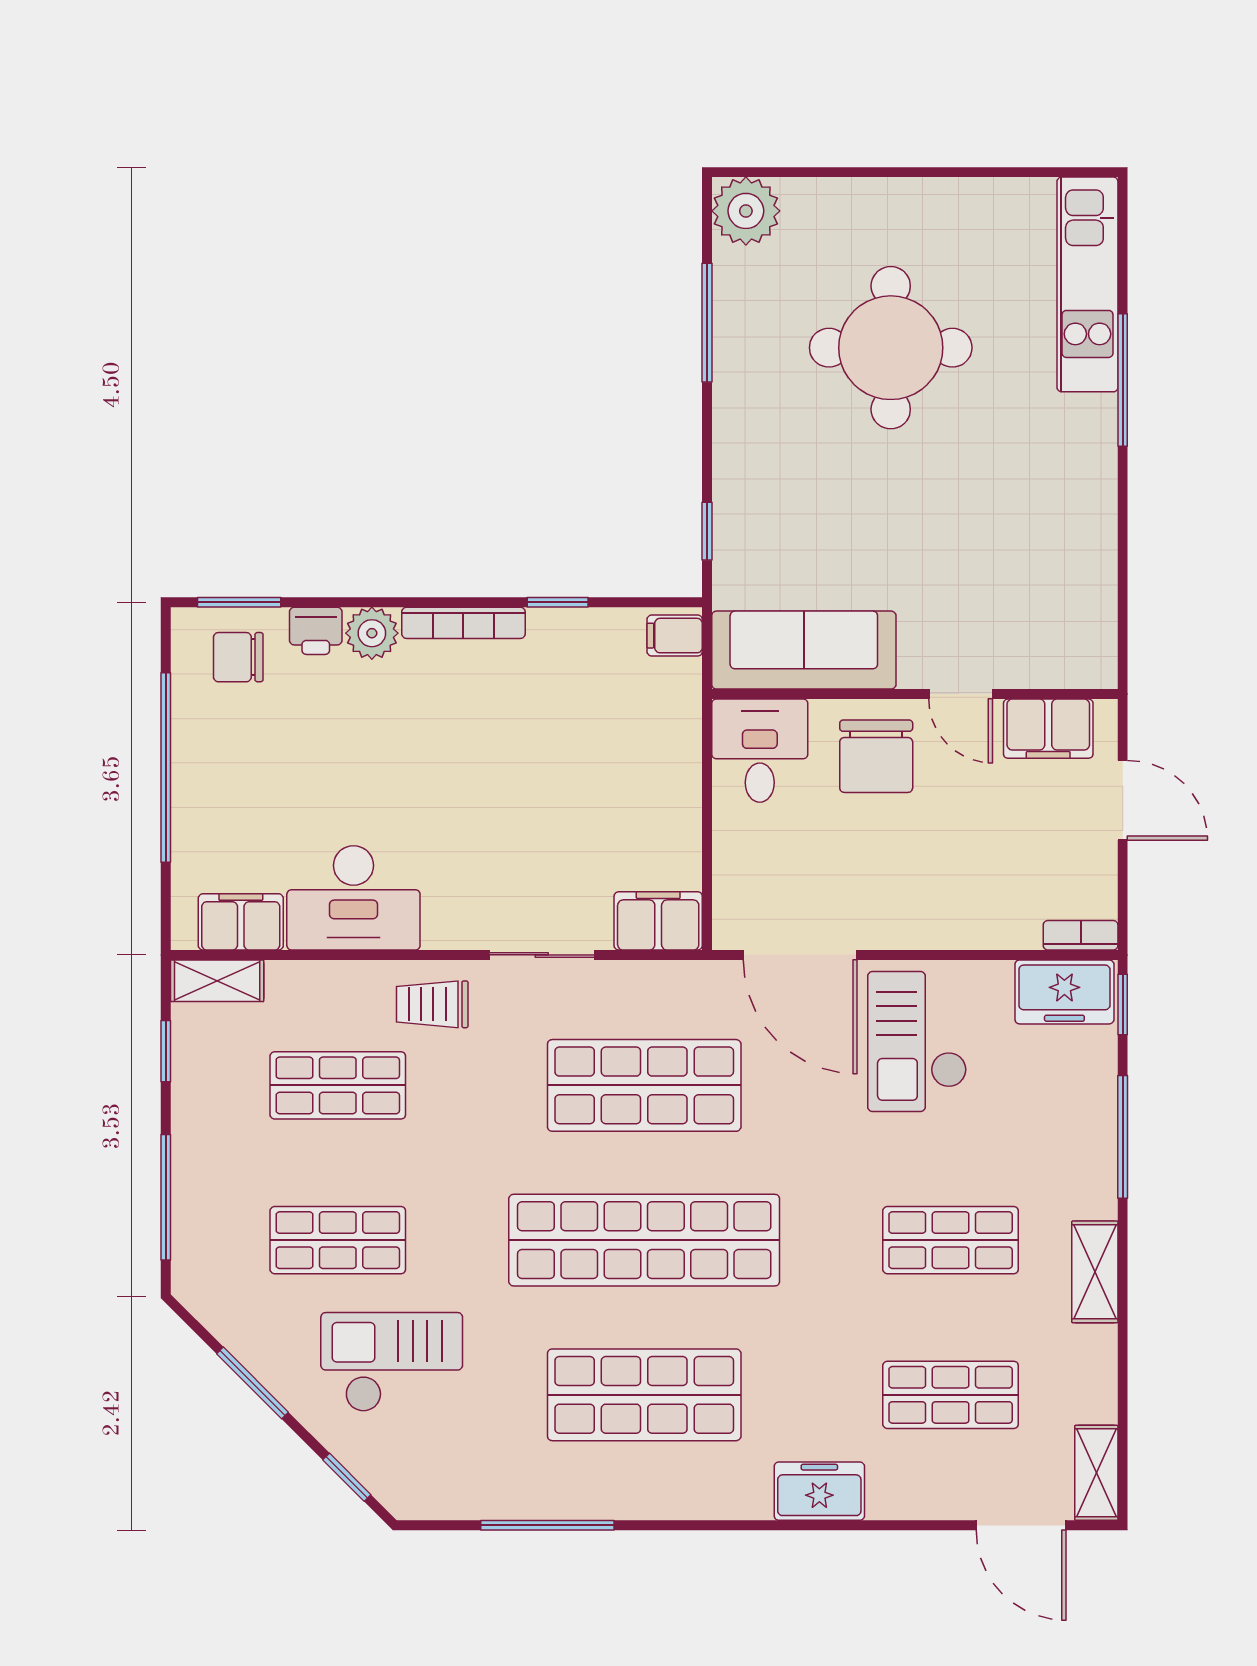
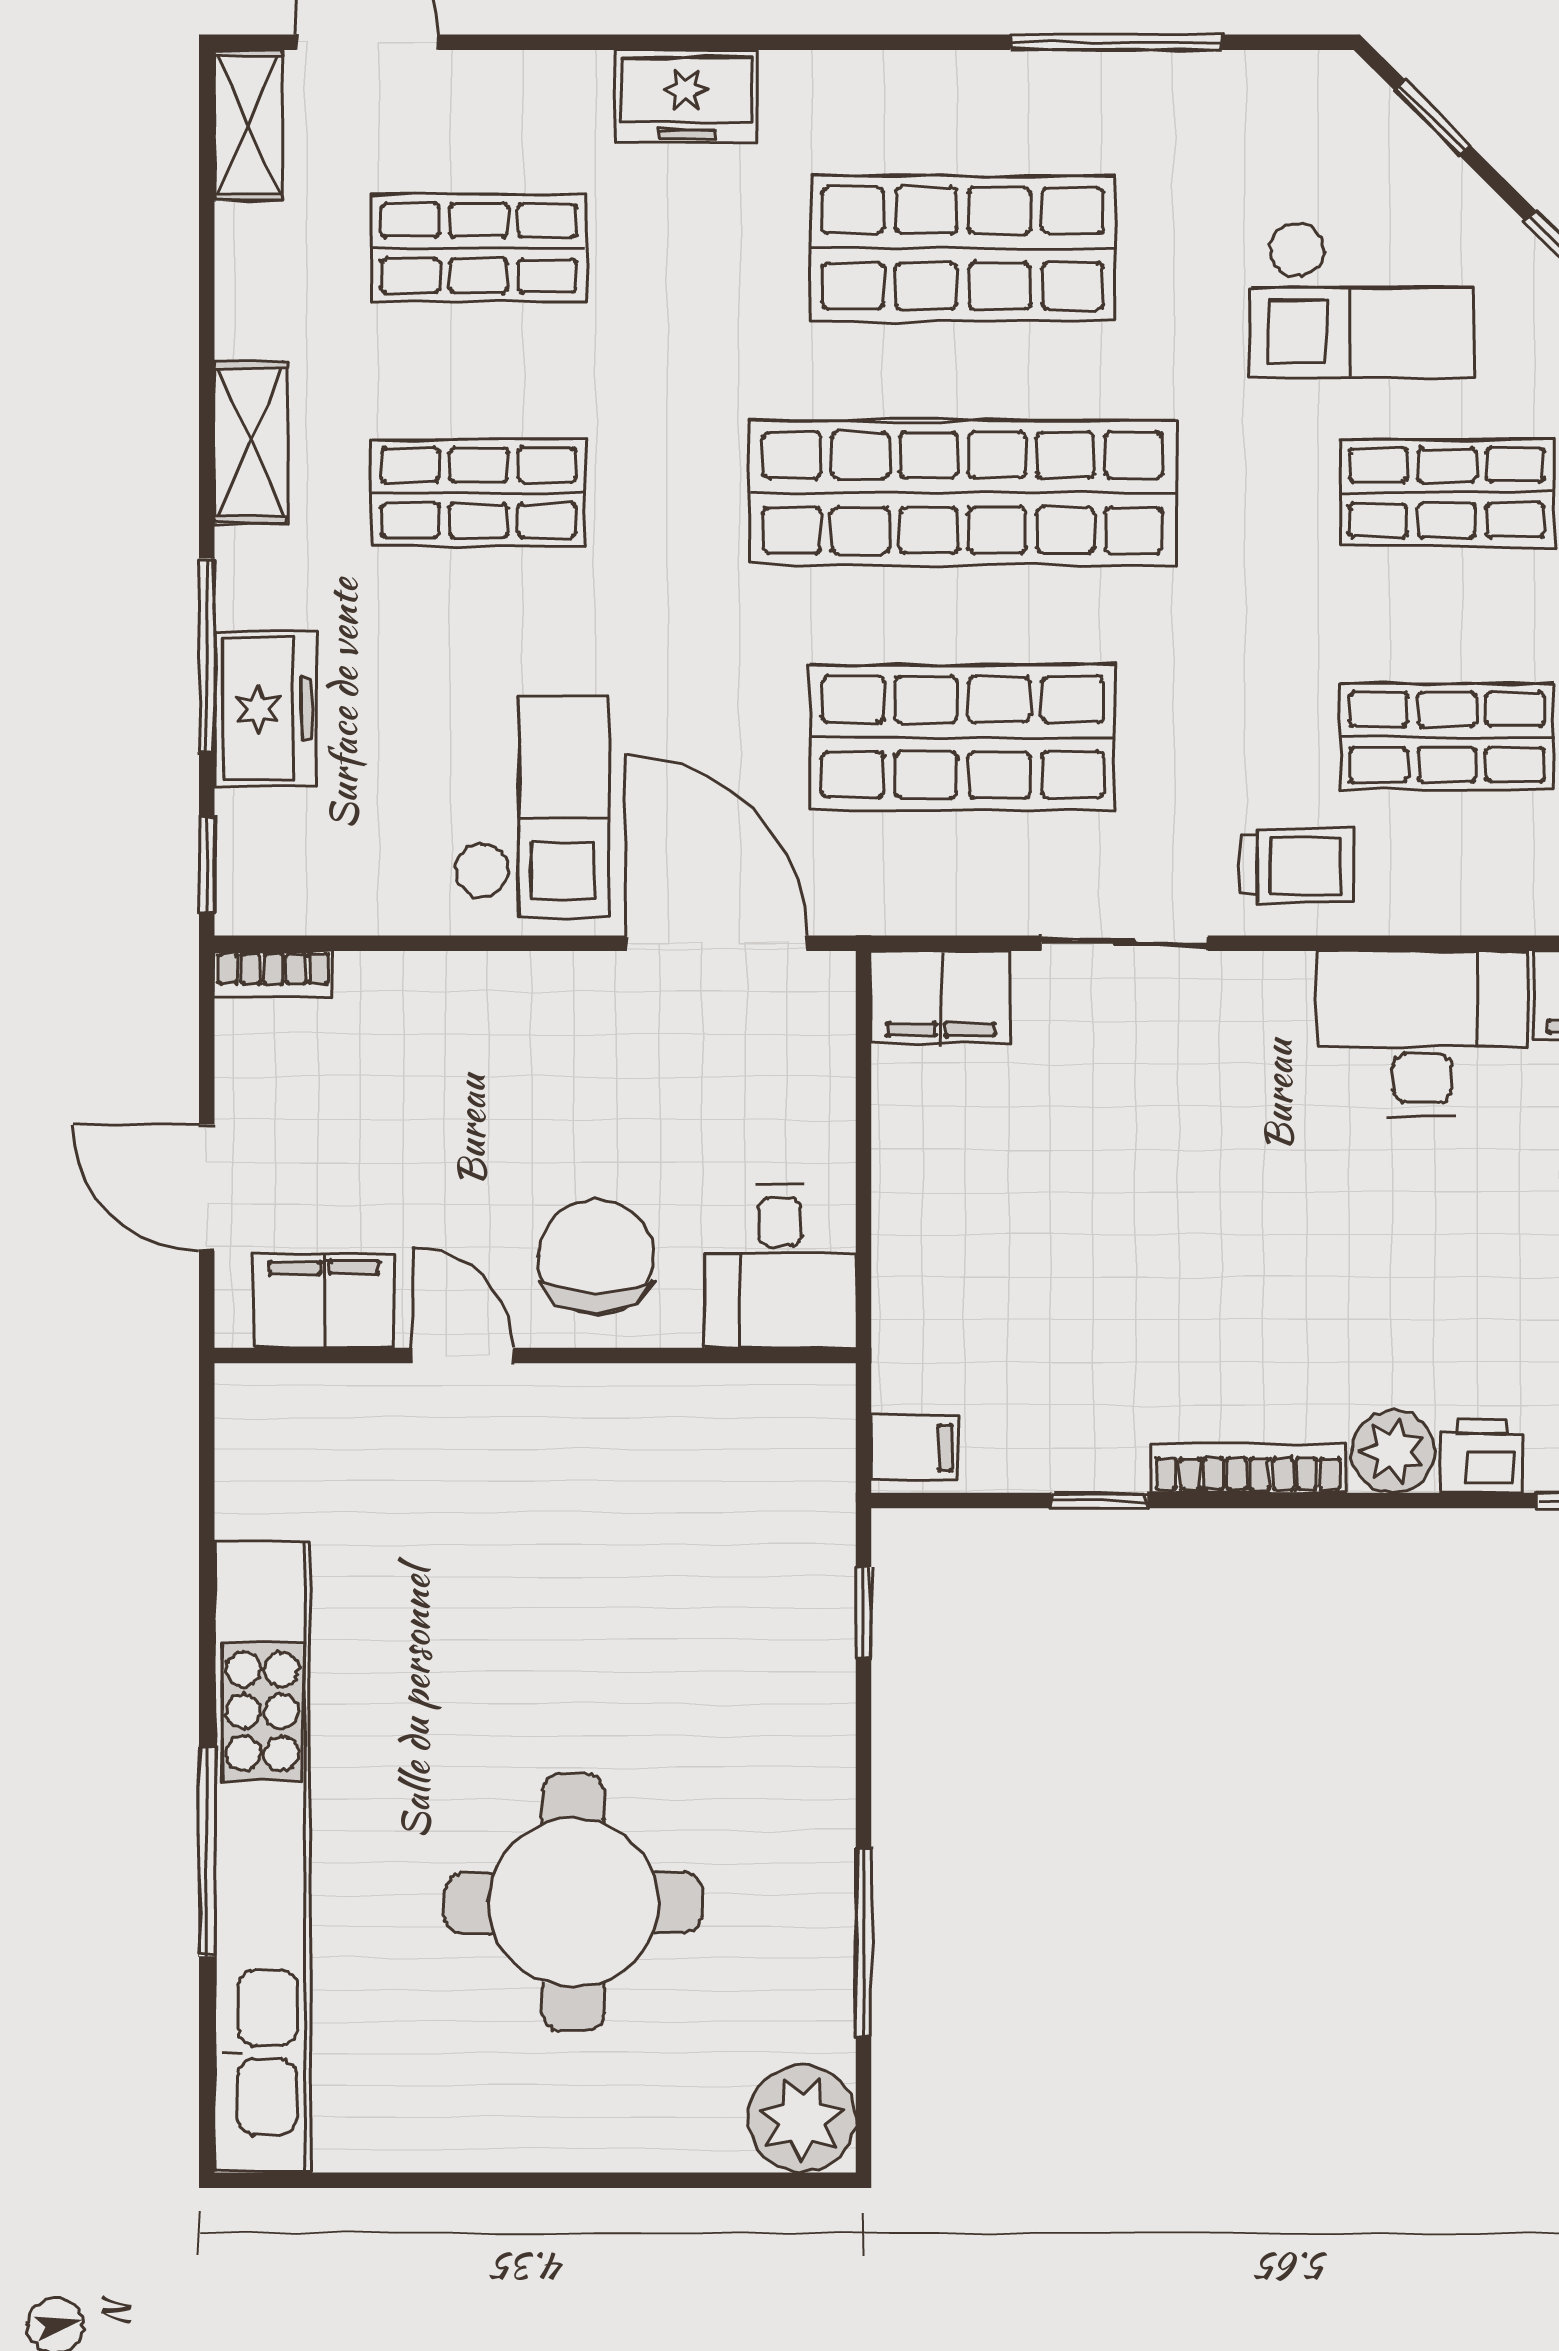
kitchen unit: (1087, 284) -> (262, 1857), width x1.86
sofa: (804, 650) -> (711, 1425), removed
freezer: (1064, 992) -> (265, 709), moved, turned 90

